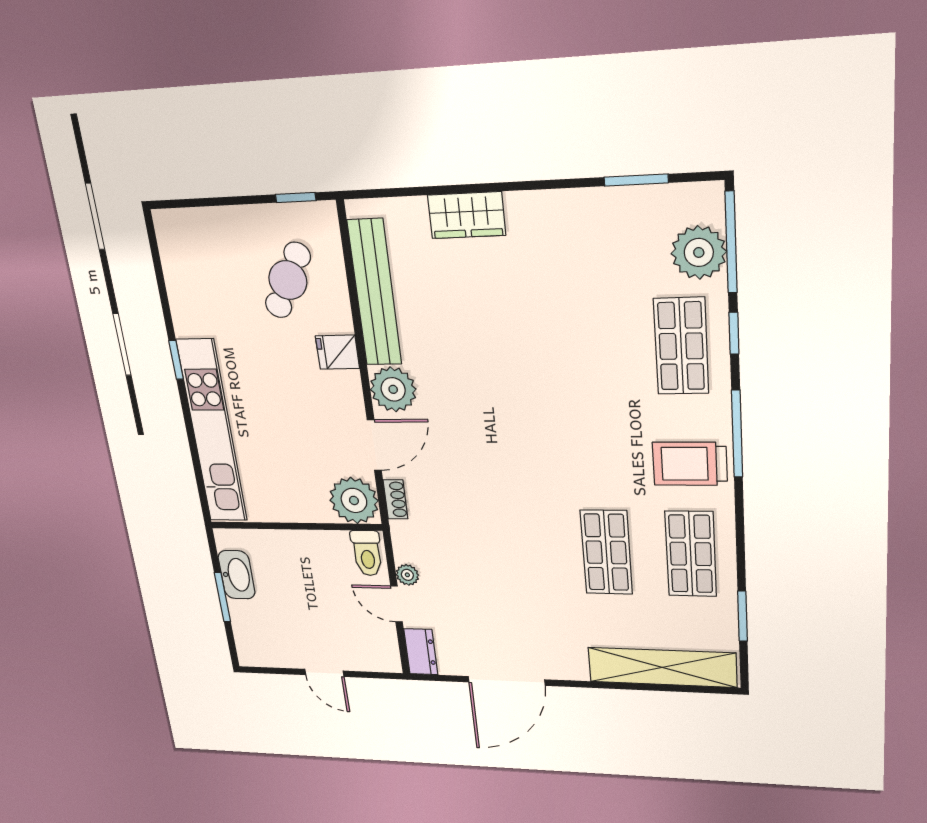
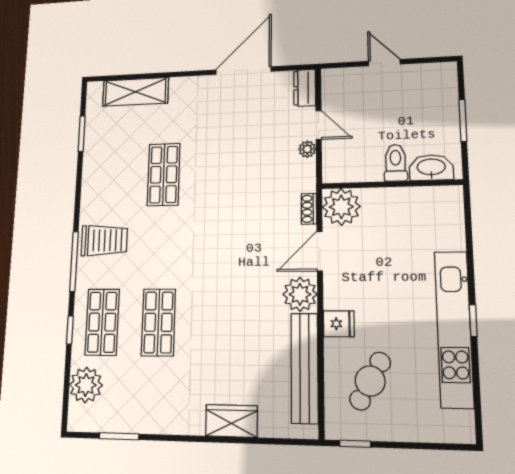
window: (731, 242) -> (66, 390), removed
kitchen unit: (212, 432) -> (454, 329), moved
toilet: (367, 553) -> (396, 163), moved
shop shelf: (691, 554) -> (158, 322), moved
washbasin: (237, 575) -> (431, 168), moved, turned 90
shelving: (662, 667) -> (135, 92), width x0.68

